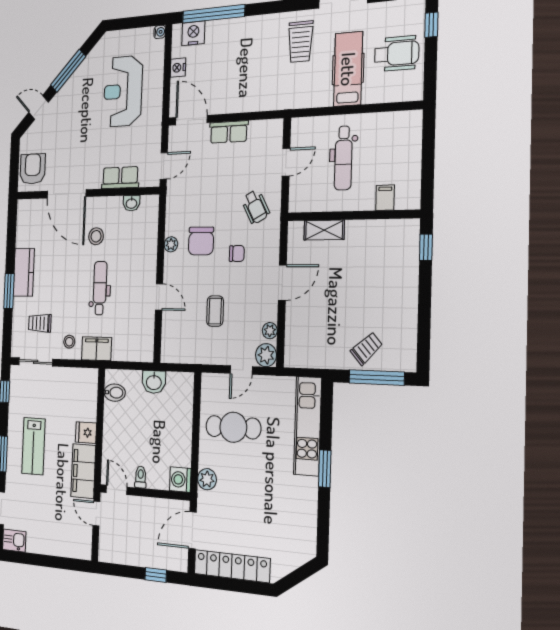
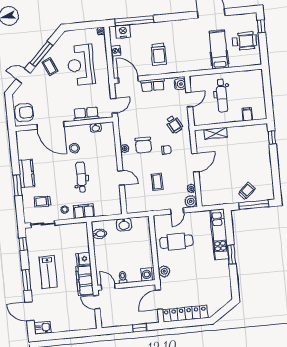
trolley: (301, 42) -> (159, 54), moved
coffee table: (78, 93) -> (50, 67), added
water cooler: (274, 132) -> (180, 84), added
armchair: (33, 169) -> (24, 113), turned 90

